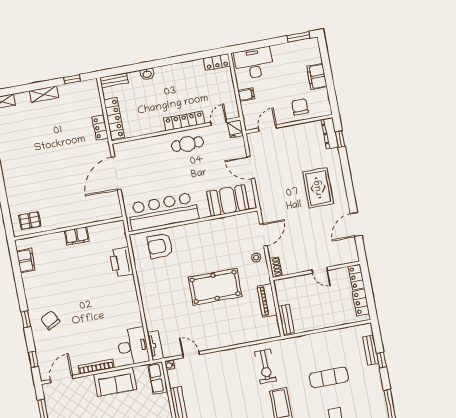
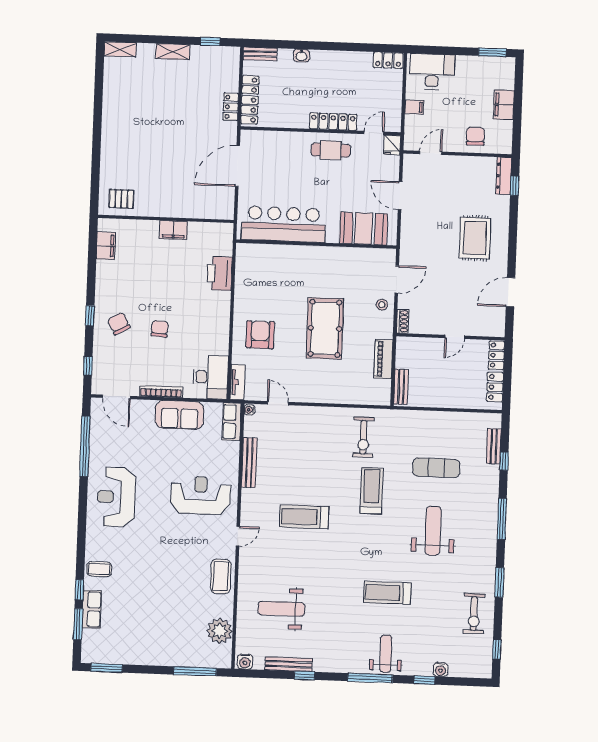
armchair: (160, 246) -> (260, 335), moved, turned 90
door: (320, 270) -> (455, 337), hinge flipped
pool table: (215, 287) -> (325, 328), turned 90
chair: (84, 317) -> (160, 329), added
door: (62, 379) -> (116, 397), swing flipped

